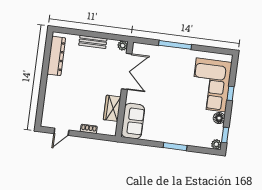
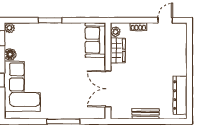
plant: (123, 46) -> (115, 32), moved

